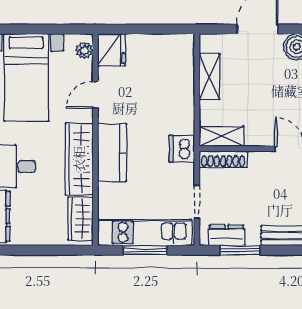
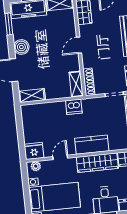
shelving: (209, 77) -> (32, 96), moved
door: (95, 95) -> (60, 157), swing flipped
dishwasher: (182, 149) -> (74, 107), moved

